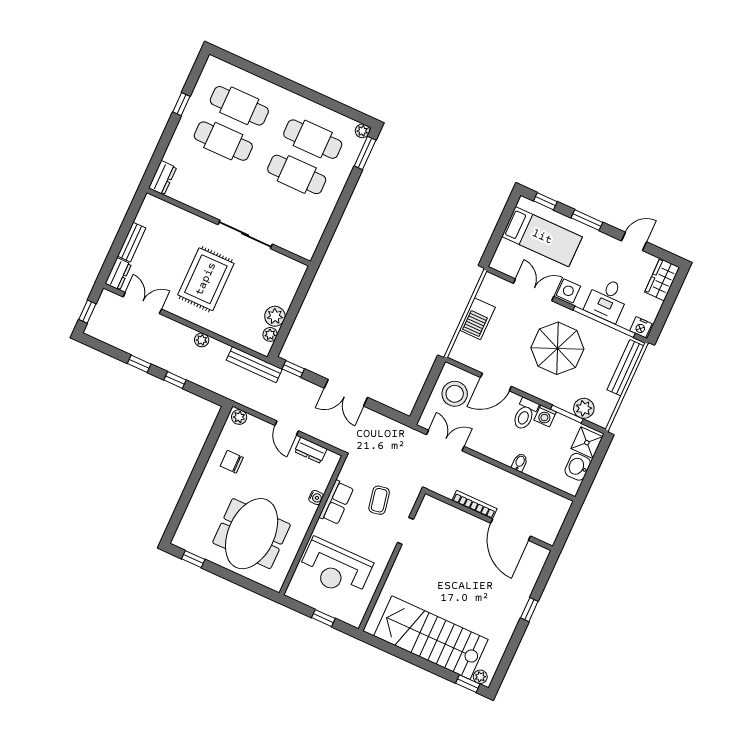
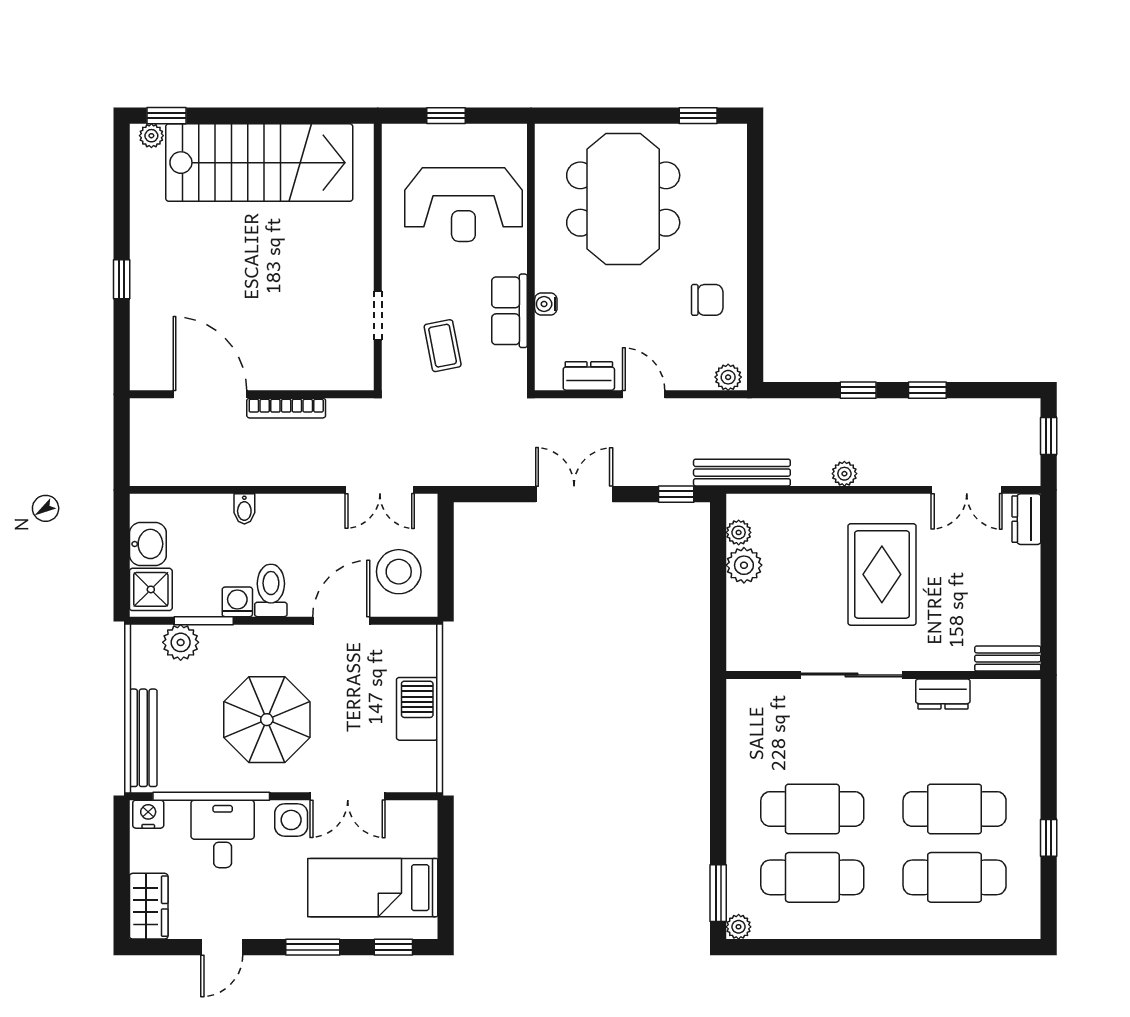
dresser: (163, 178) -> (943, 694), moved, turned -90
bench: (132, 242) -> (1008, 659), moved, turned 90
reception desk: (335, 568) -> (463, 205), turned 180

